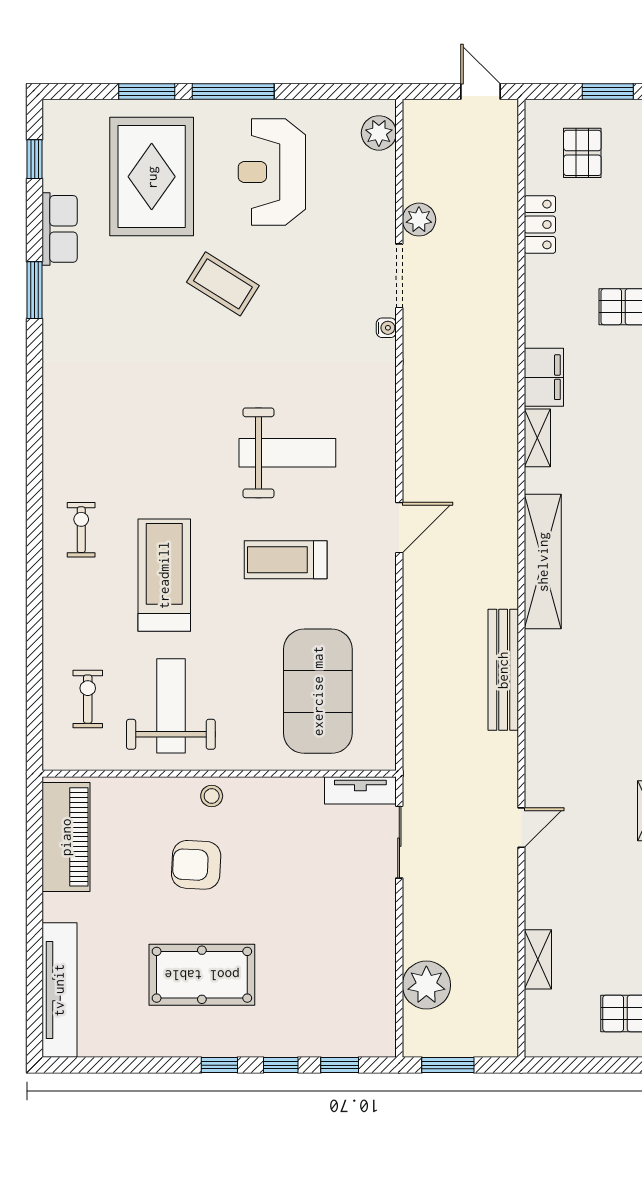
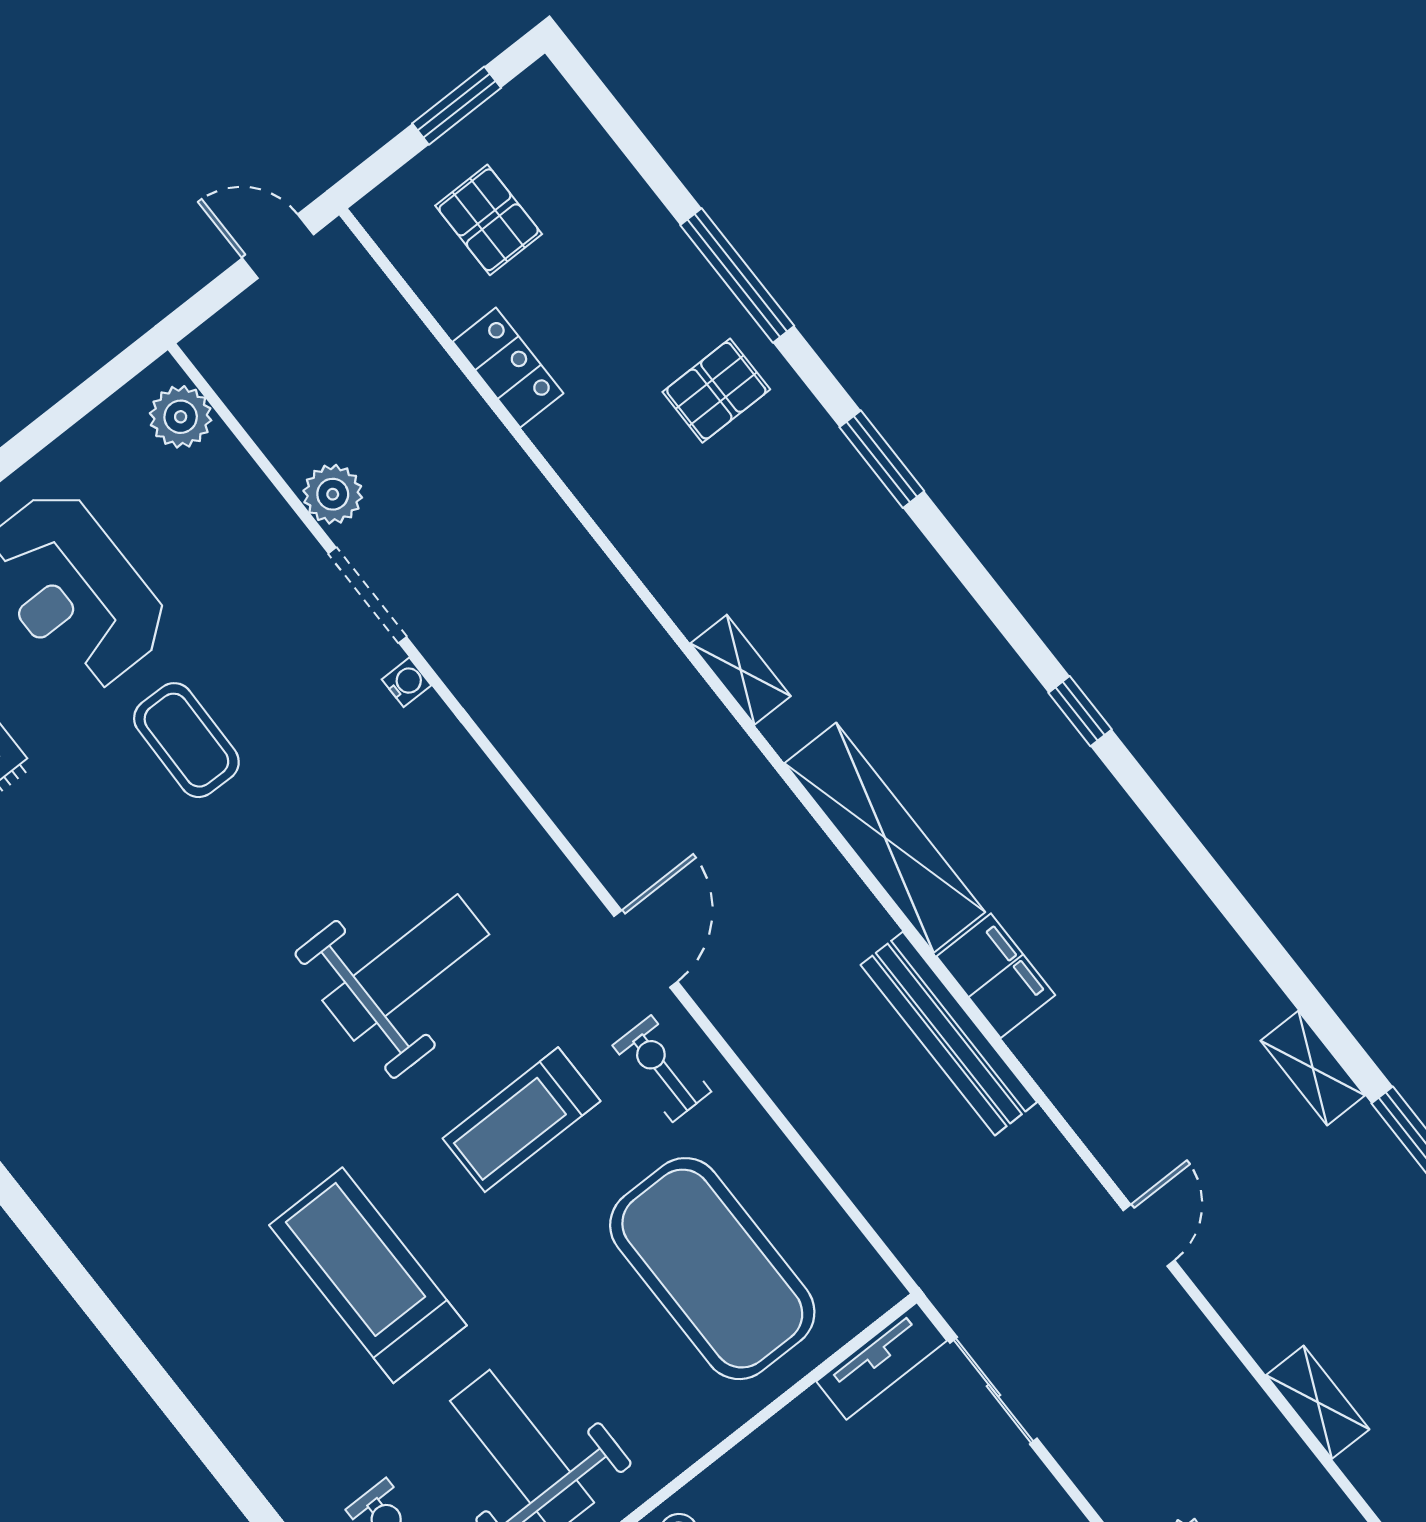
coffee table: (223, 284) -> (186, 740), moved, turned 59
filing cabinet: (544, 377) -> (996, 976), moved
exercise bike: (81, 530) -> (662, 1069), moved

